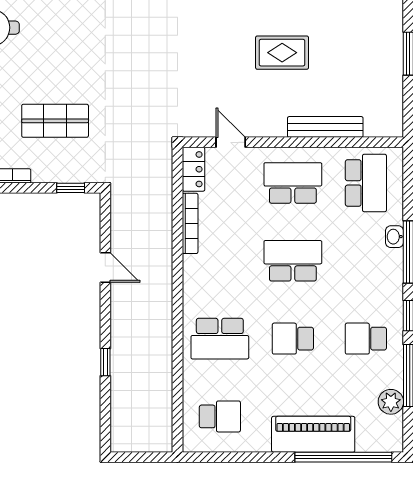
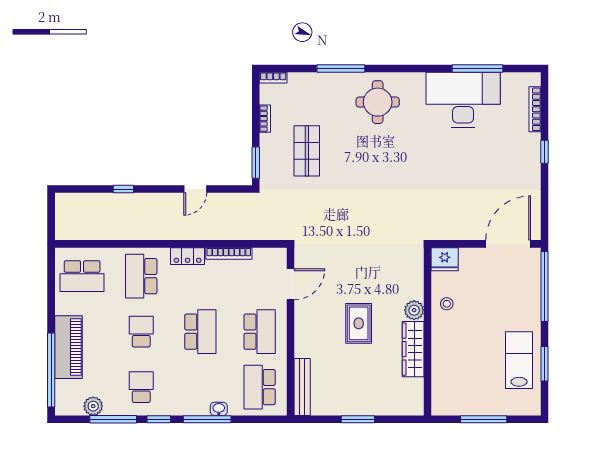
bench: (325, 127) -> (302, 387), moved
door: (231, 142) -> (290, 284), width x1.38
locker: (193, 169) -> (188, 256), moved
school desk: (366, 183) -> (260, 387), turned 90
window: (71, 188) -> (256, 163), width x1.50
school desk: (220, 416) -> (82, 276), width x1.85

